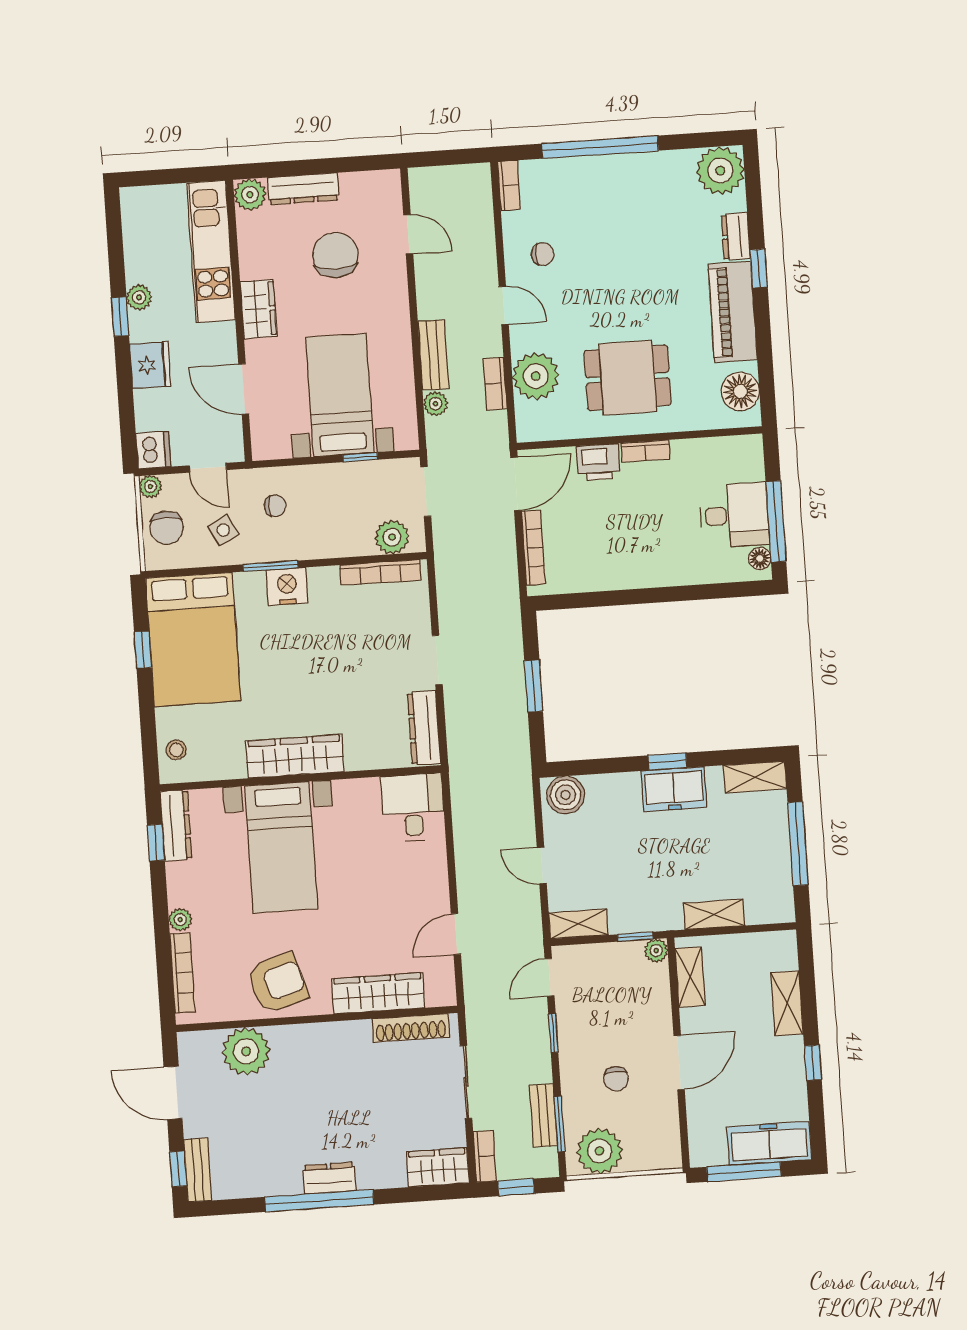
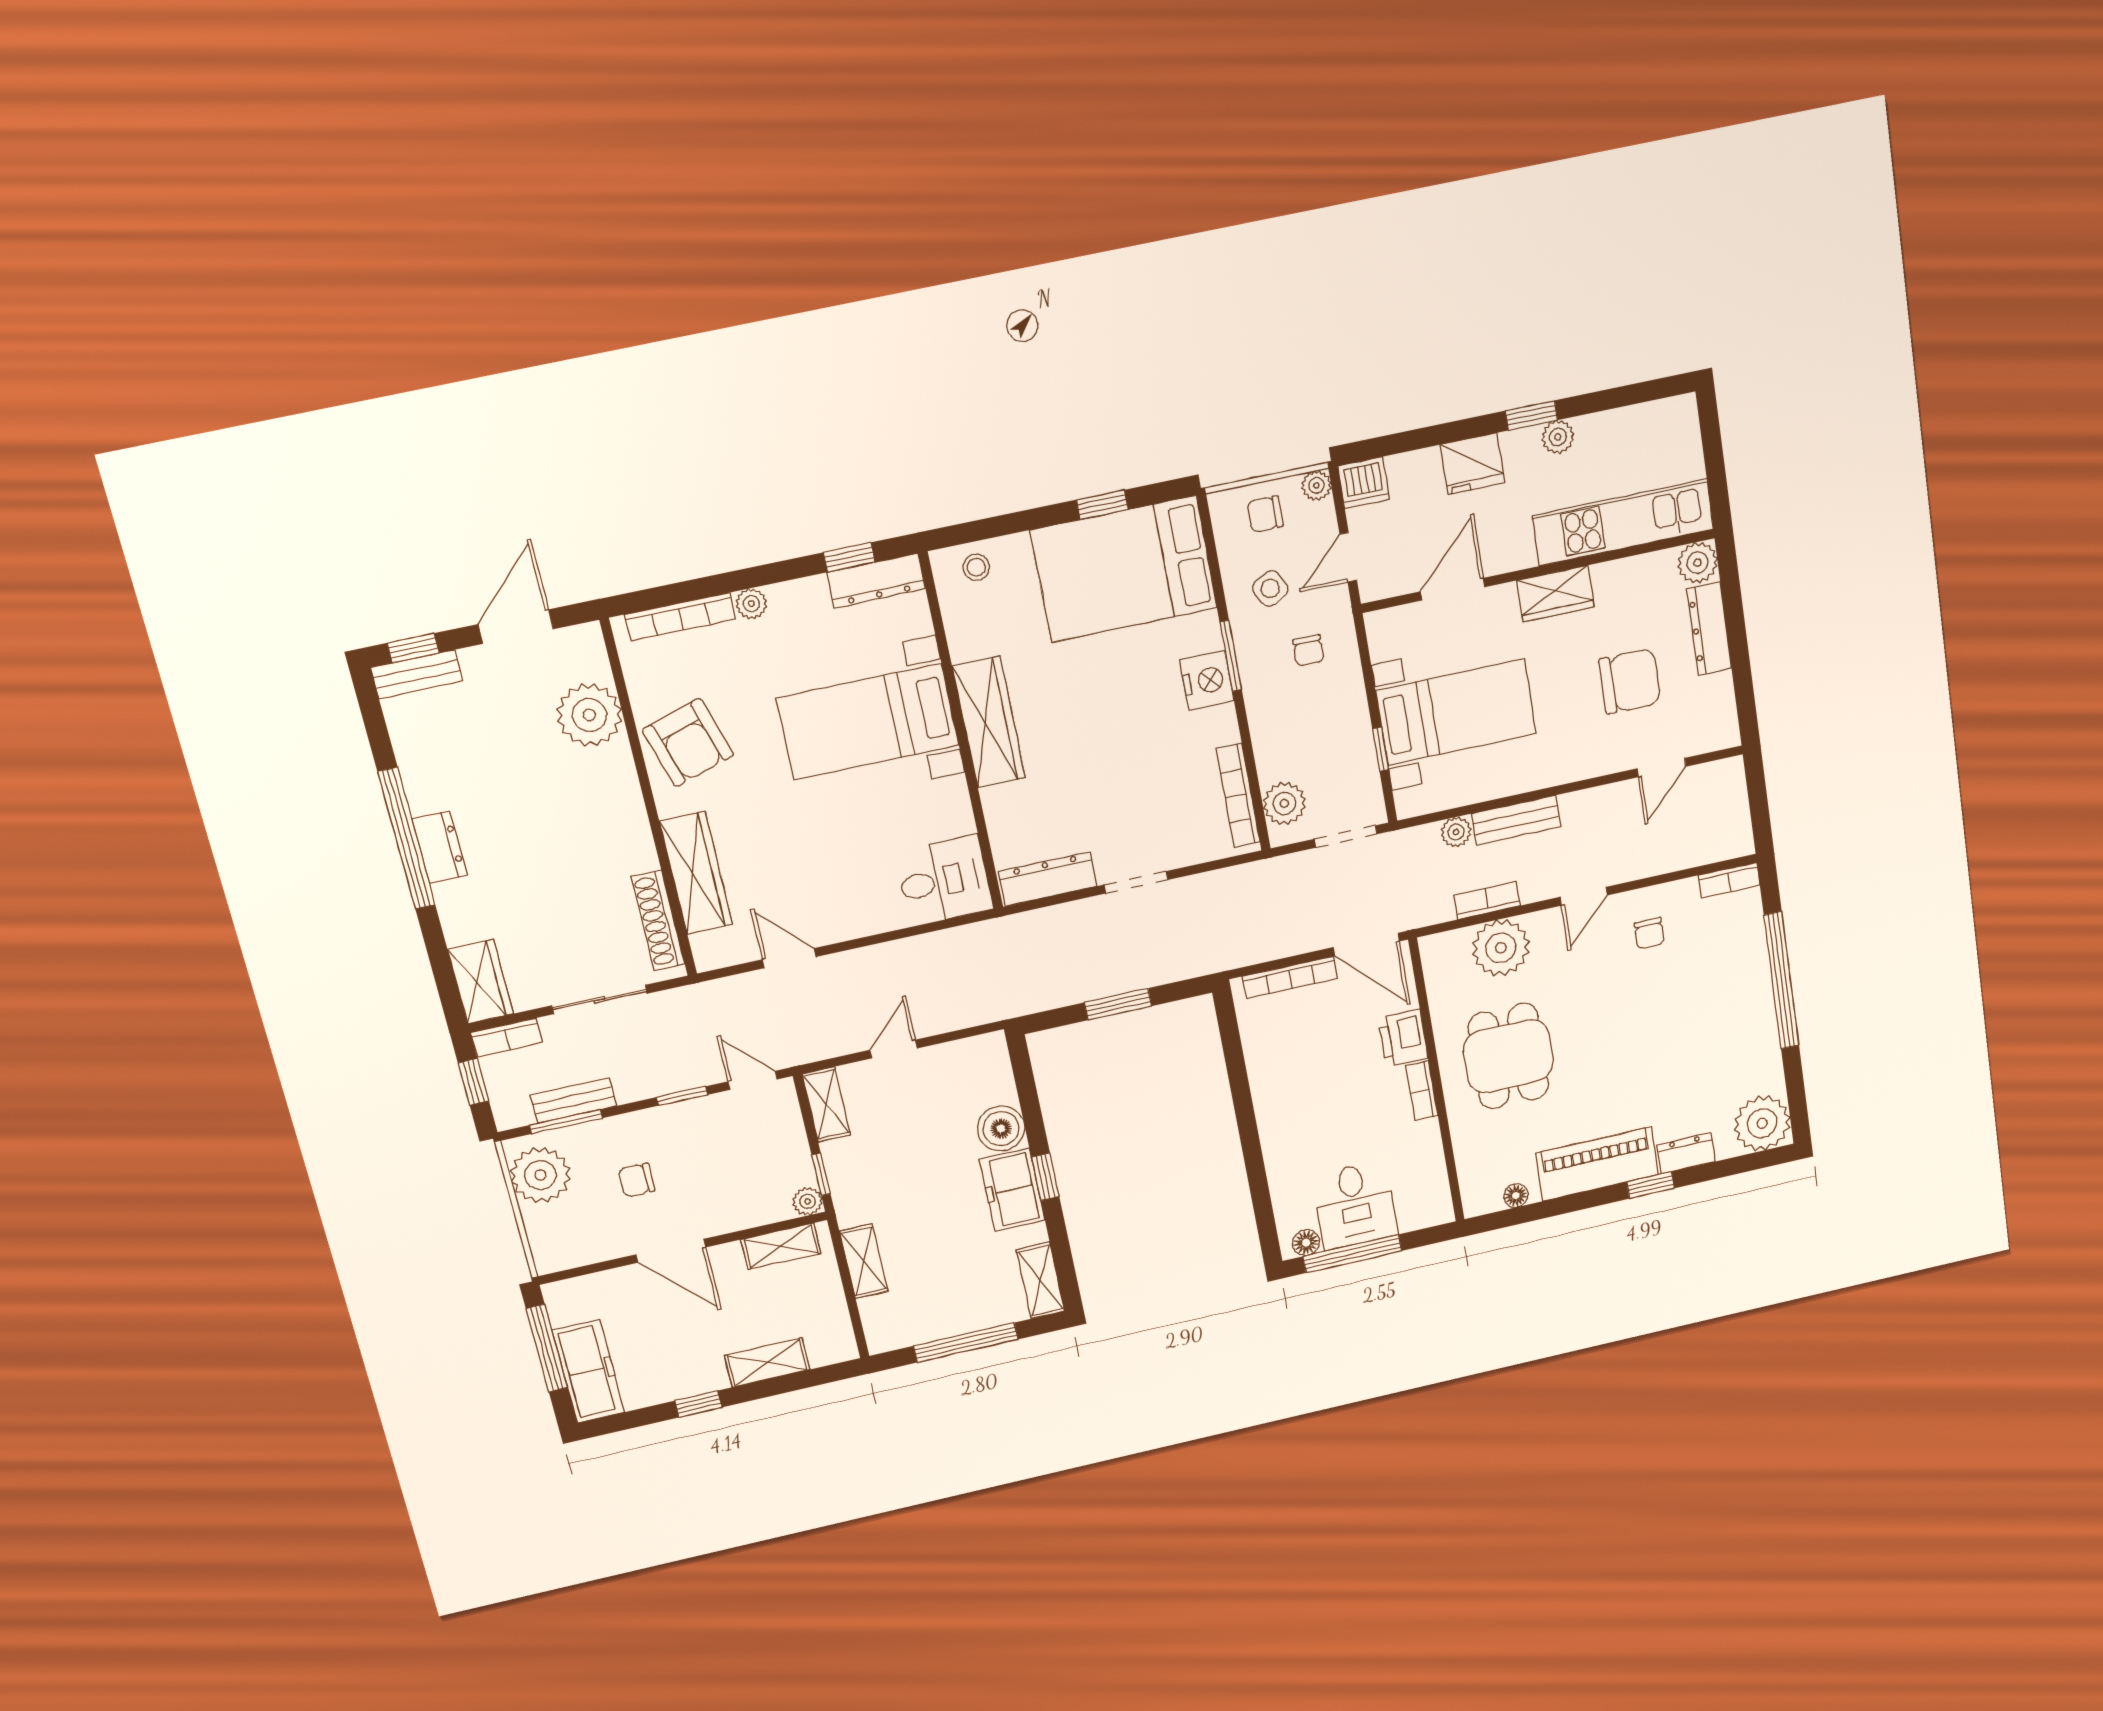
floor lamp: (740, 391) -> (1516, 1196), width x0.53, depth x0.53
chair: (167, 528) -> (1265, 514), width x0.73, depth x0.73
boiler: (566, 795) -> (1001, 1129), moved

